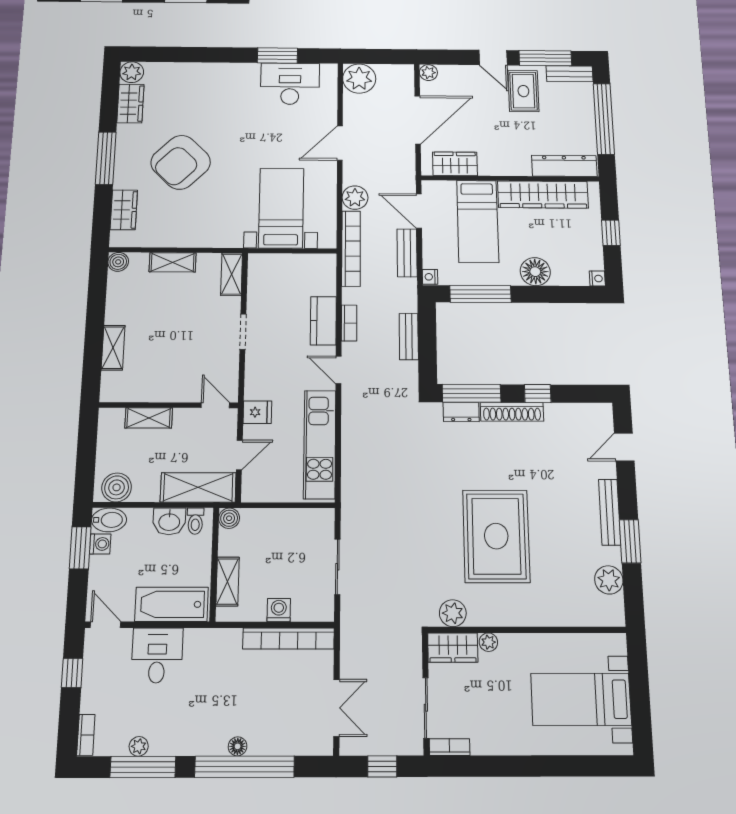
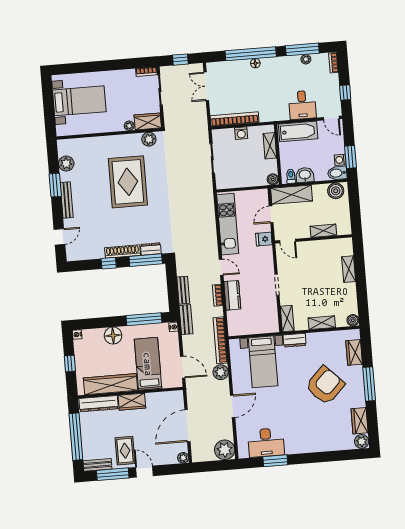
wardrobe: (455, 164) -> (132, 402), moved
dresser: (223, 238) -> (295, 340), added
bench: (407, 253) -> (186, 320), moved

